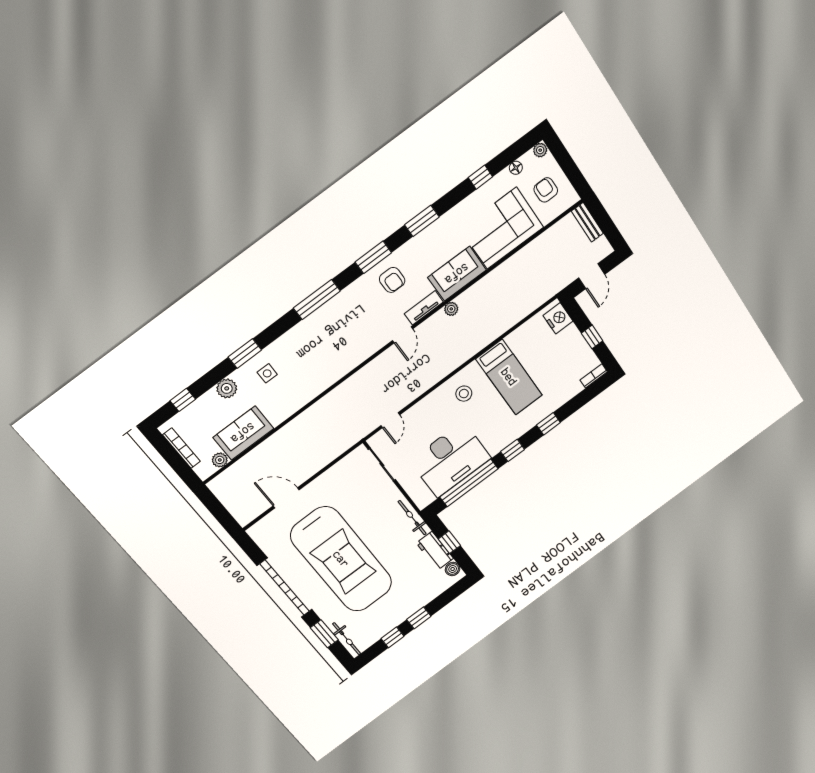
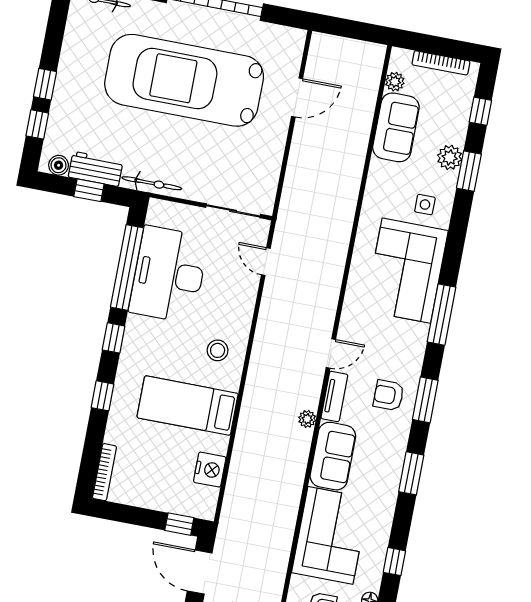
door: (592, 276) -> (200, 572), width x1.38
nightstand: (558, 318) -> (210, 470), moved, turned -90
door: (403, 335) -> (331, 354), swing flipped
window: (592, 337) -> (179, 524), moved
corner sofa: (314, 344) -> (406, 271), added
window: (245, 354) -> (469, 171), moved
bookcase: (594, 376) -> (104, 472), width x1.56
window: (393, 637) -> (37, 124), moved

